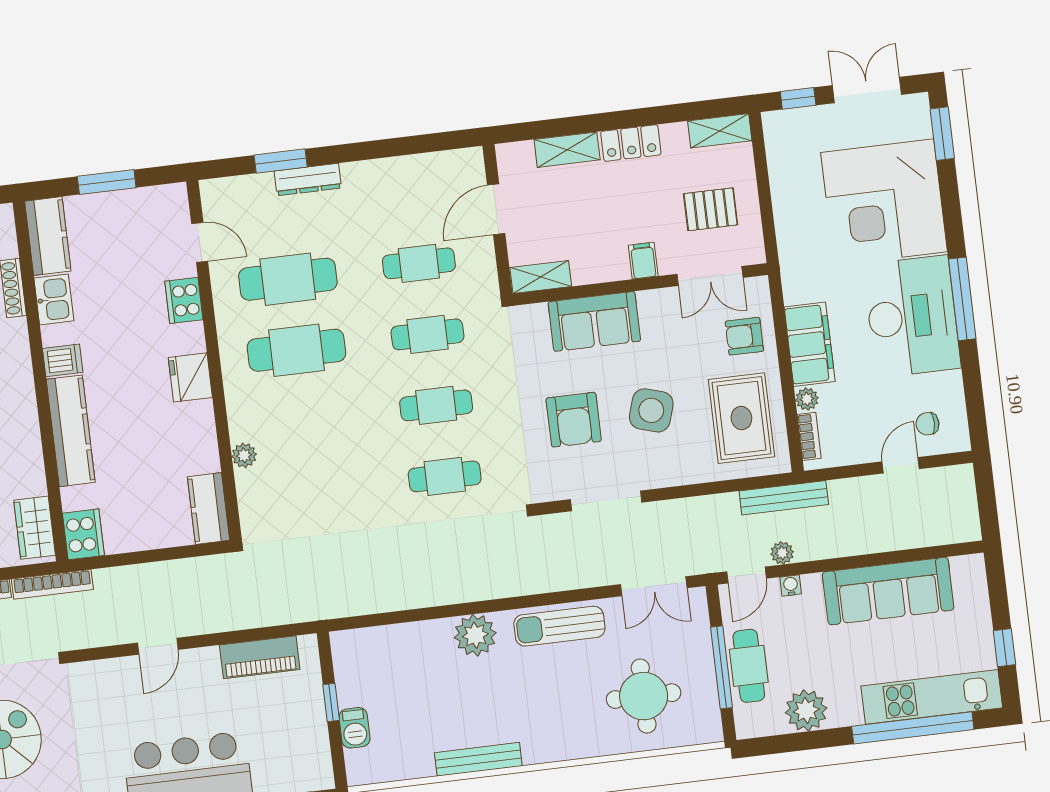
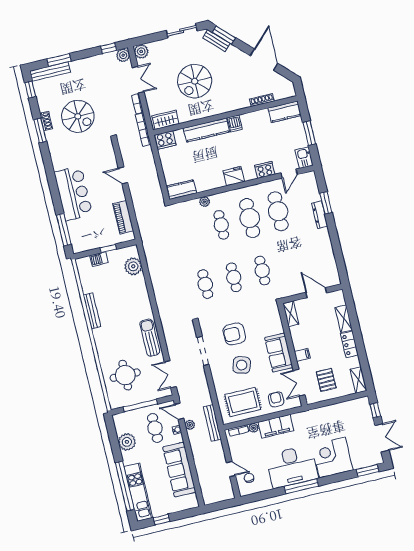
corner desk: (884, 202) -> (333, 457), width x0.74, depth x0.74
cafe table: (419, 263) -> (221, 225), moved
kitchen sink: (54, 299) -> (304, 158), moved, turned 90
sofa: (594, 321) -> (279, 353), moved
plant: (475, 635) -> (133, 266), moved
cafe table: (749, 666) -> (155, 428), moved, turned 90

